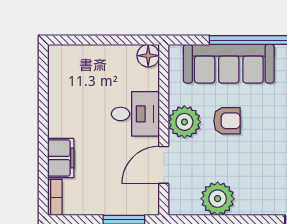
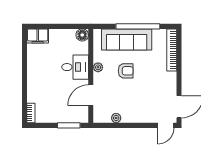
plant: (184, 122) -> (98, 67), width x0.53, depth x0.53
filing cabinet: (61, 158) -> (38, 36), moved, turned 90
plant: (218, 199) -> (116, 118), width x0.53, depth x0.53

